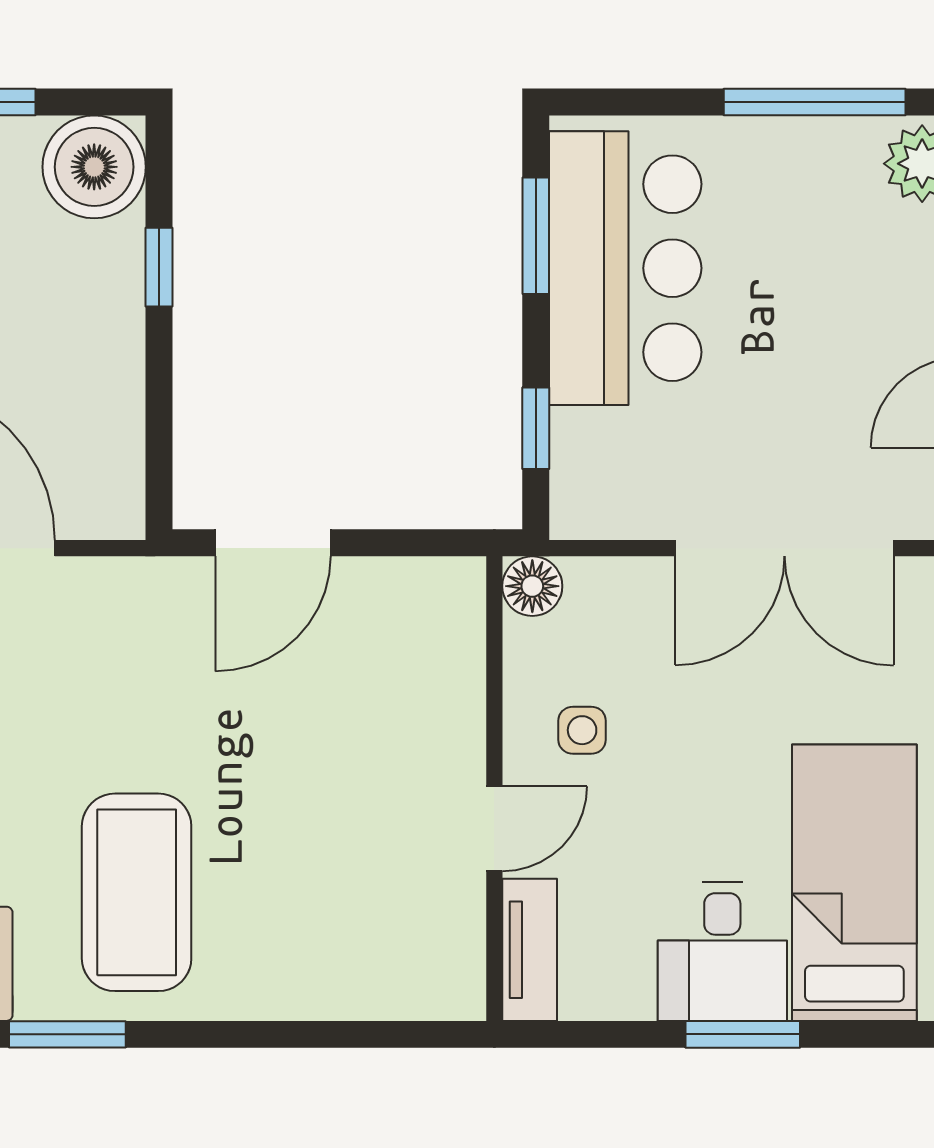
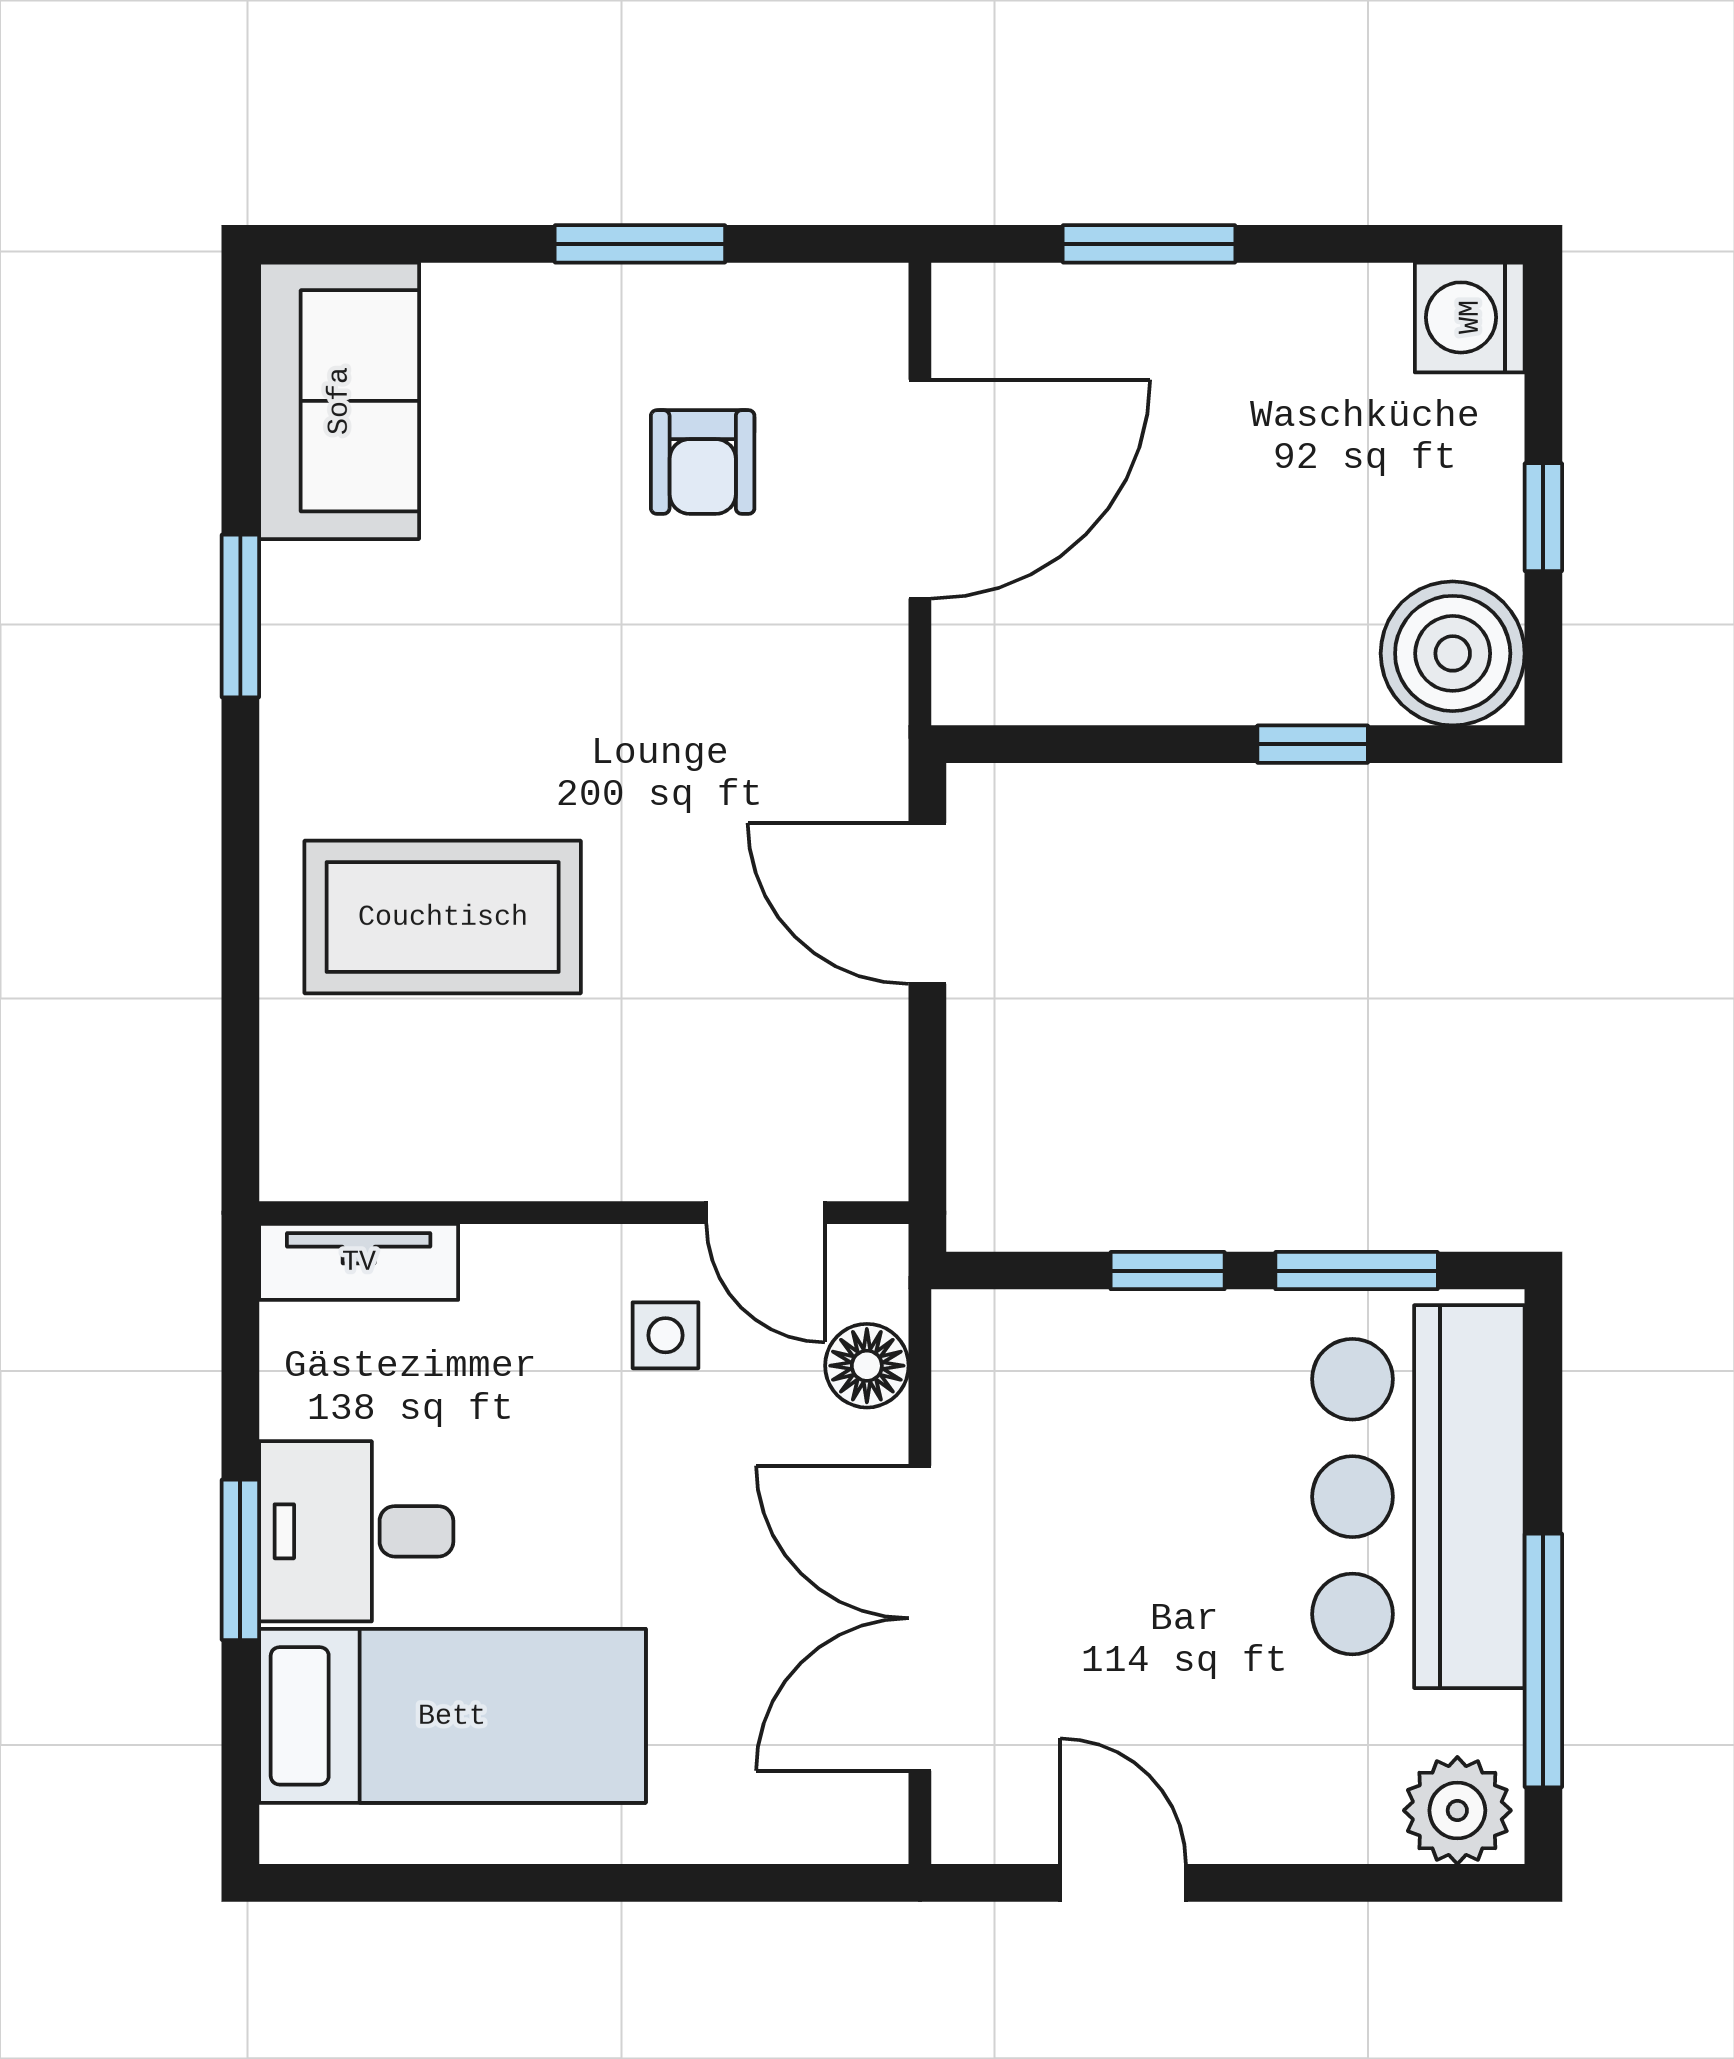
bar counter: (625, 268) -> (1418, 1497), moved, turned 90
window: (536, 428) -> (1168, 1271), moved
floor lamp: (532, 586) -> (867, 1366), moved
door: (494, 829) -> (766, 1213), moved
coffee table: (137, 892) -> (443, 917), moved

